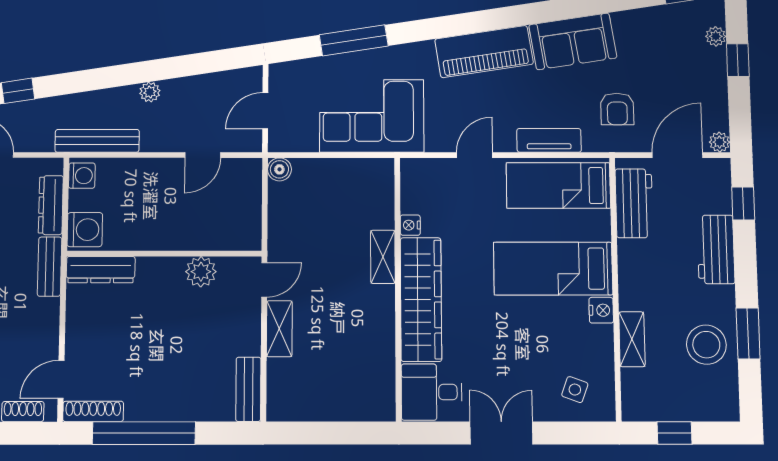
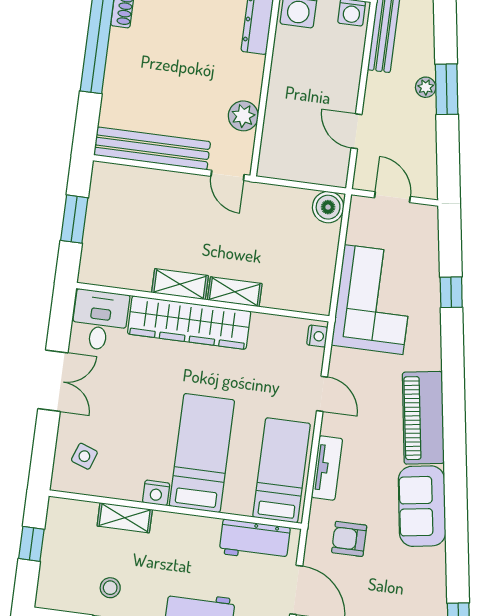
window: (354, 40) -> (451, 292), width x0.46
window: (149, 71) -> (447, 89), added
boiler: (279, 169) -> (328, 207), width x1.36, depth x1.36
nightstand: (410, 225) -> (317, 336), moved, turned 90
shelving: (279, 329) -> (180, 284), moved
stool: (706, 345) -> (110, 588), width x0.53, depth x0.53
bench: (248, 389) -> (152, 148), width x1.86, depth x1.21
window: (330, 433) -> (74, 219), added

